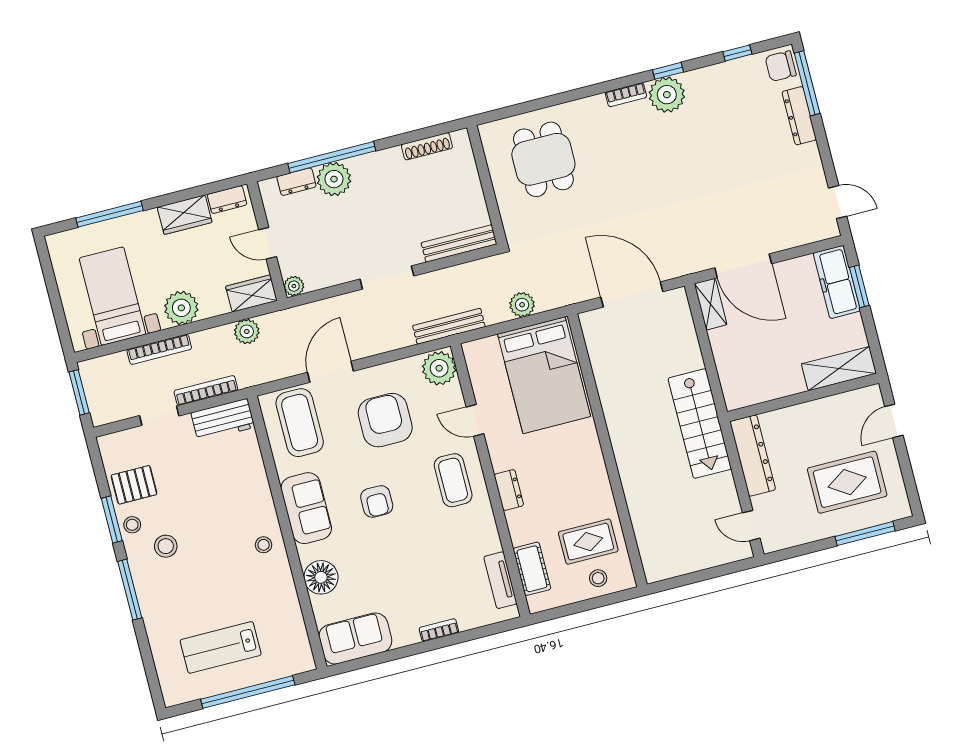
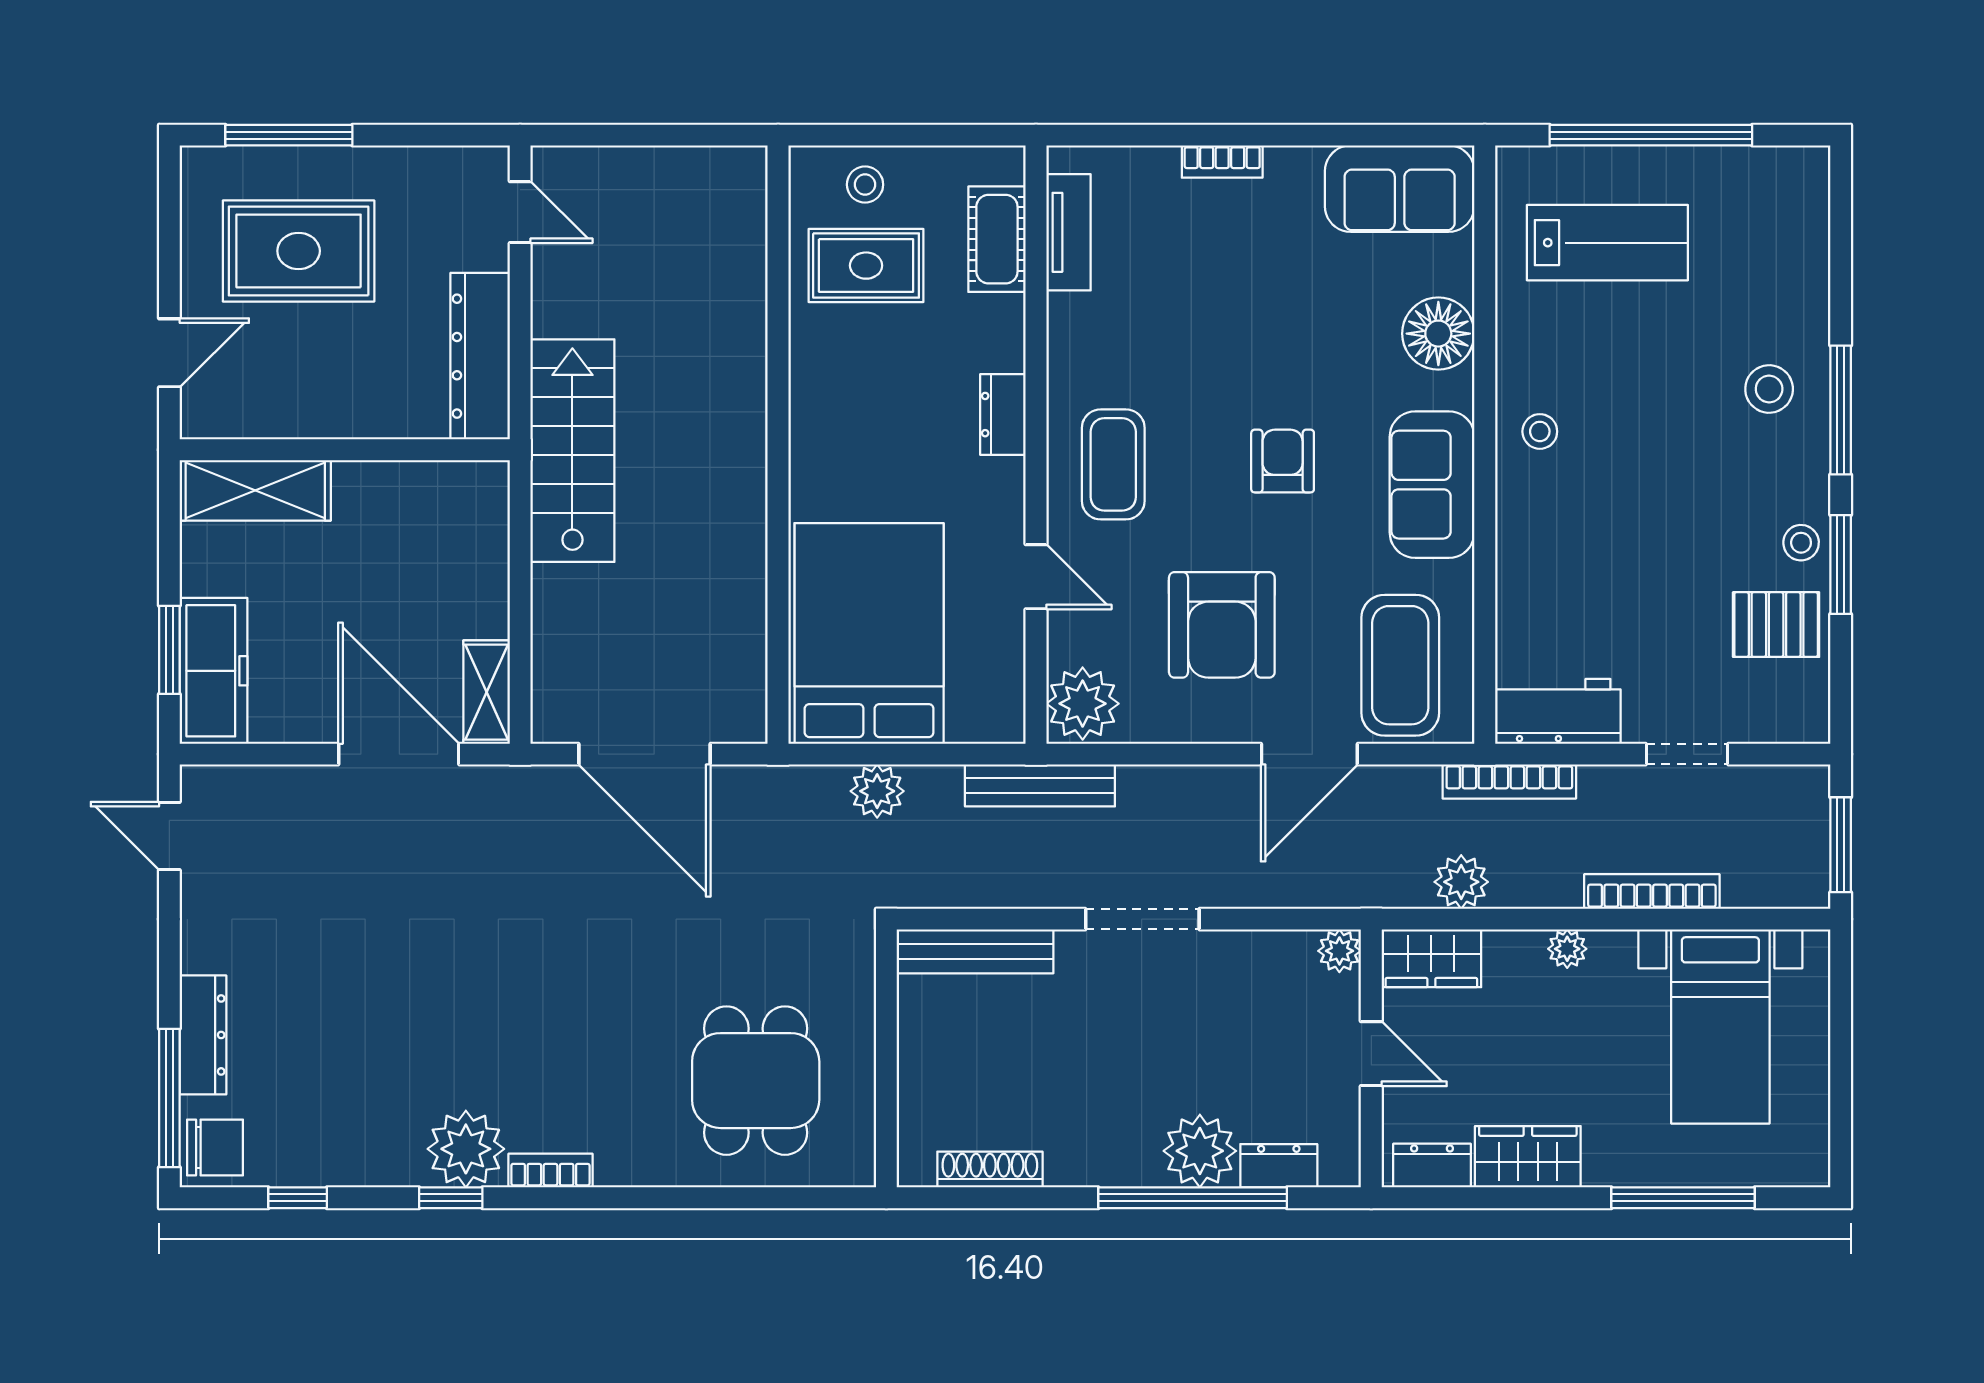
plant: (181, 308) -> (1567, 949), width x0.53, depth x0.53
bookcase: (206, 390) -> (1509, 781), moved
stool: (166, 546) -> (1769, 389), moved
lab bench: (221, 647) -> (1607, 243), moved

